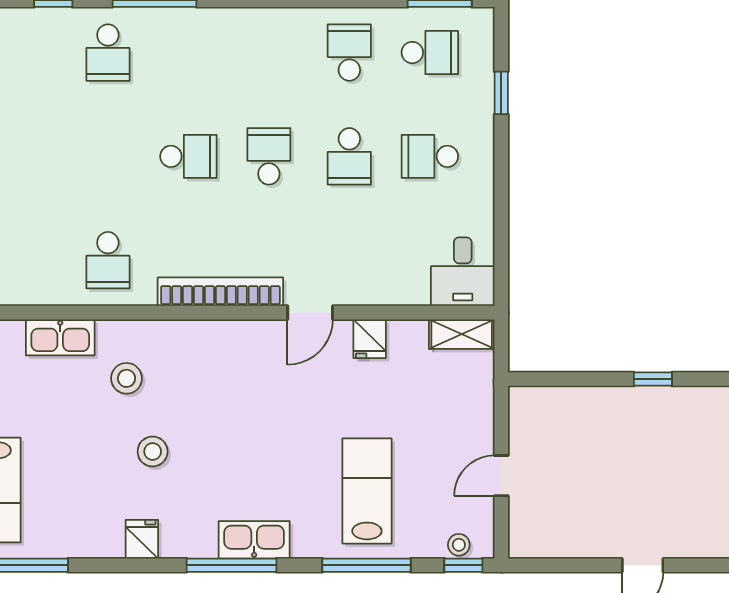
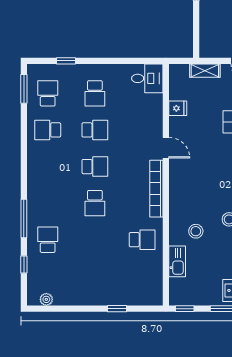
school desk: (108, 53) -> (48, 240), turned -90
school desk: (188, 156) -> (95, 203), turned 180
school desk: (269, 156) -> (95, 167), turned 180
shelving: (462, 334) -> (205, 71), moved, turned 90
fridge: (370, 339) -> (178, 108), moved

